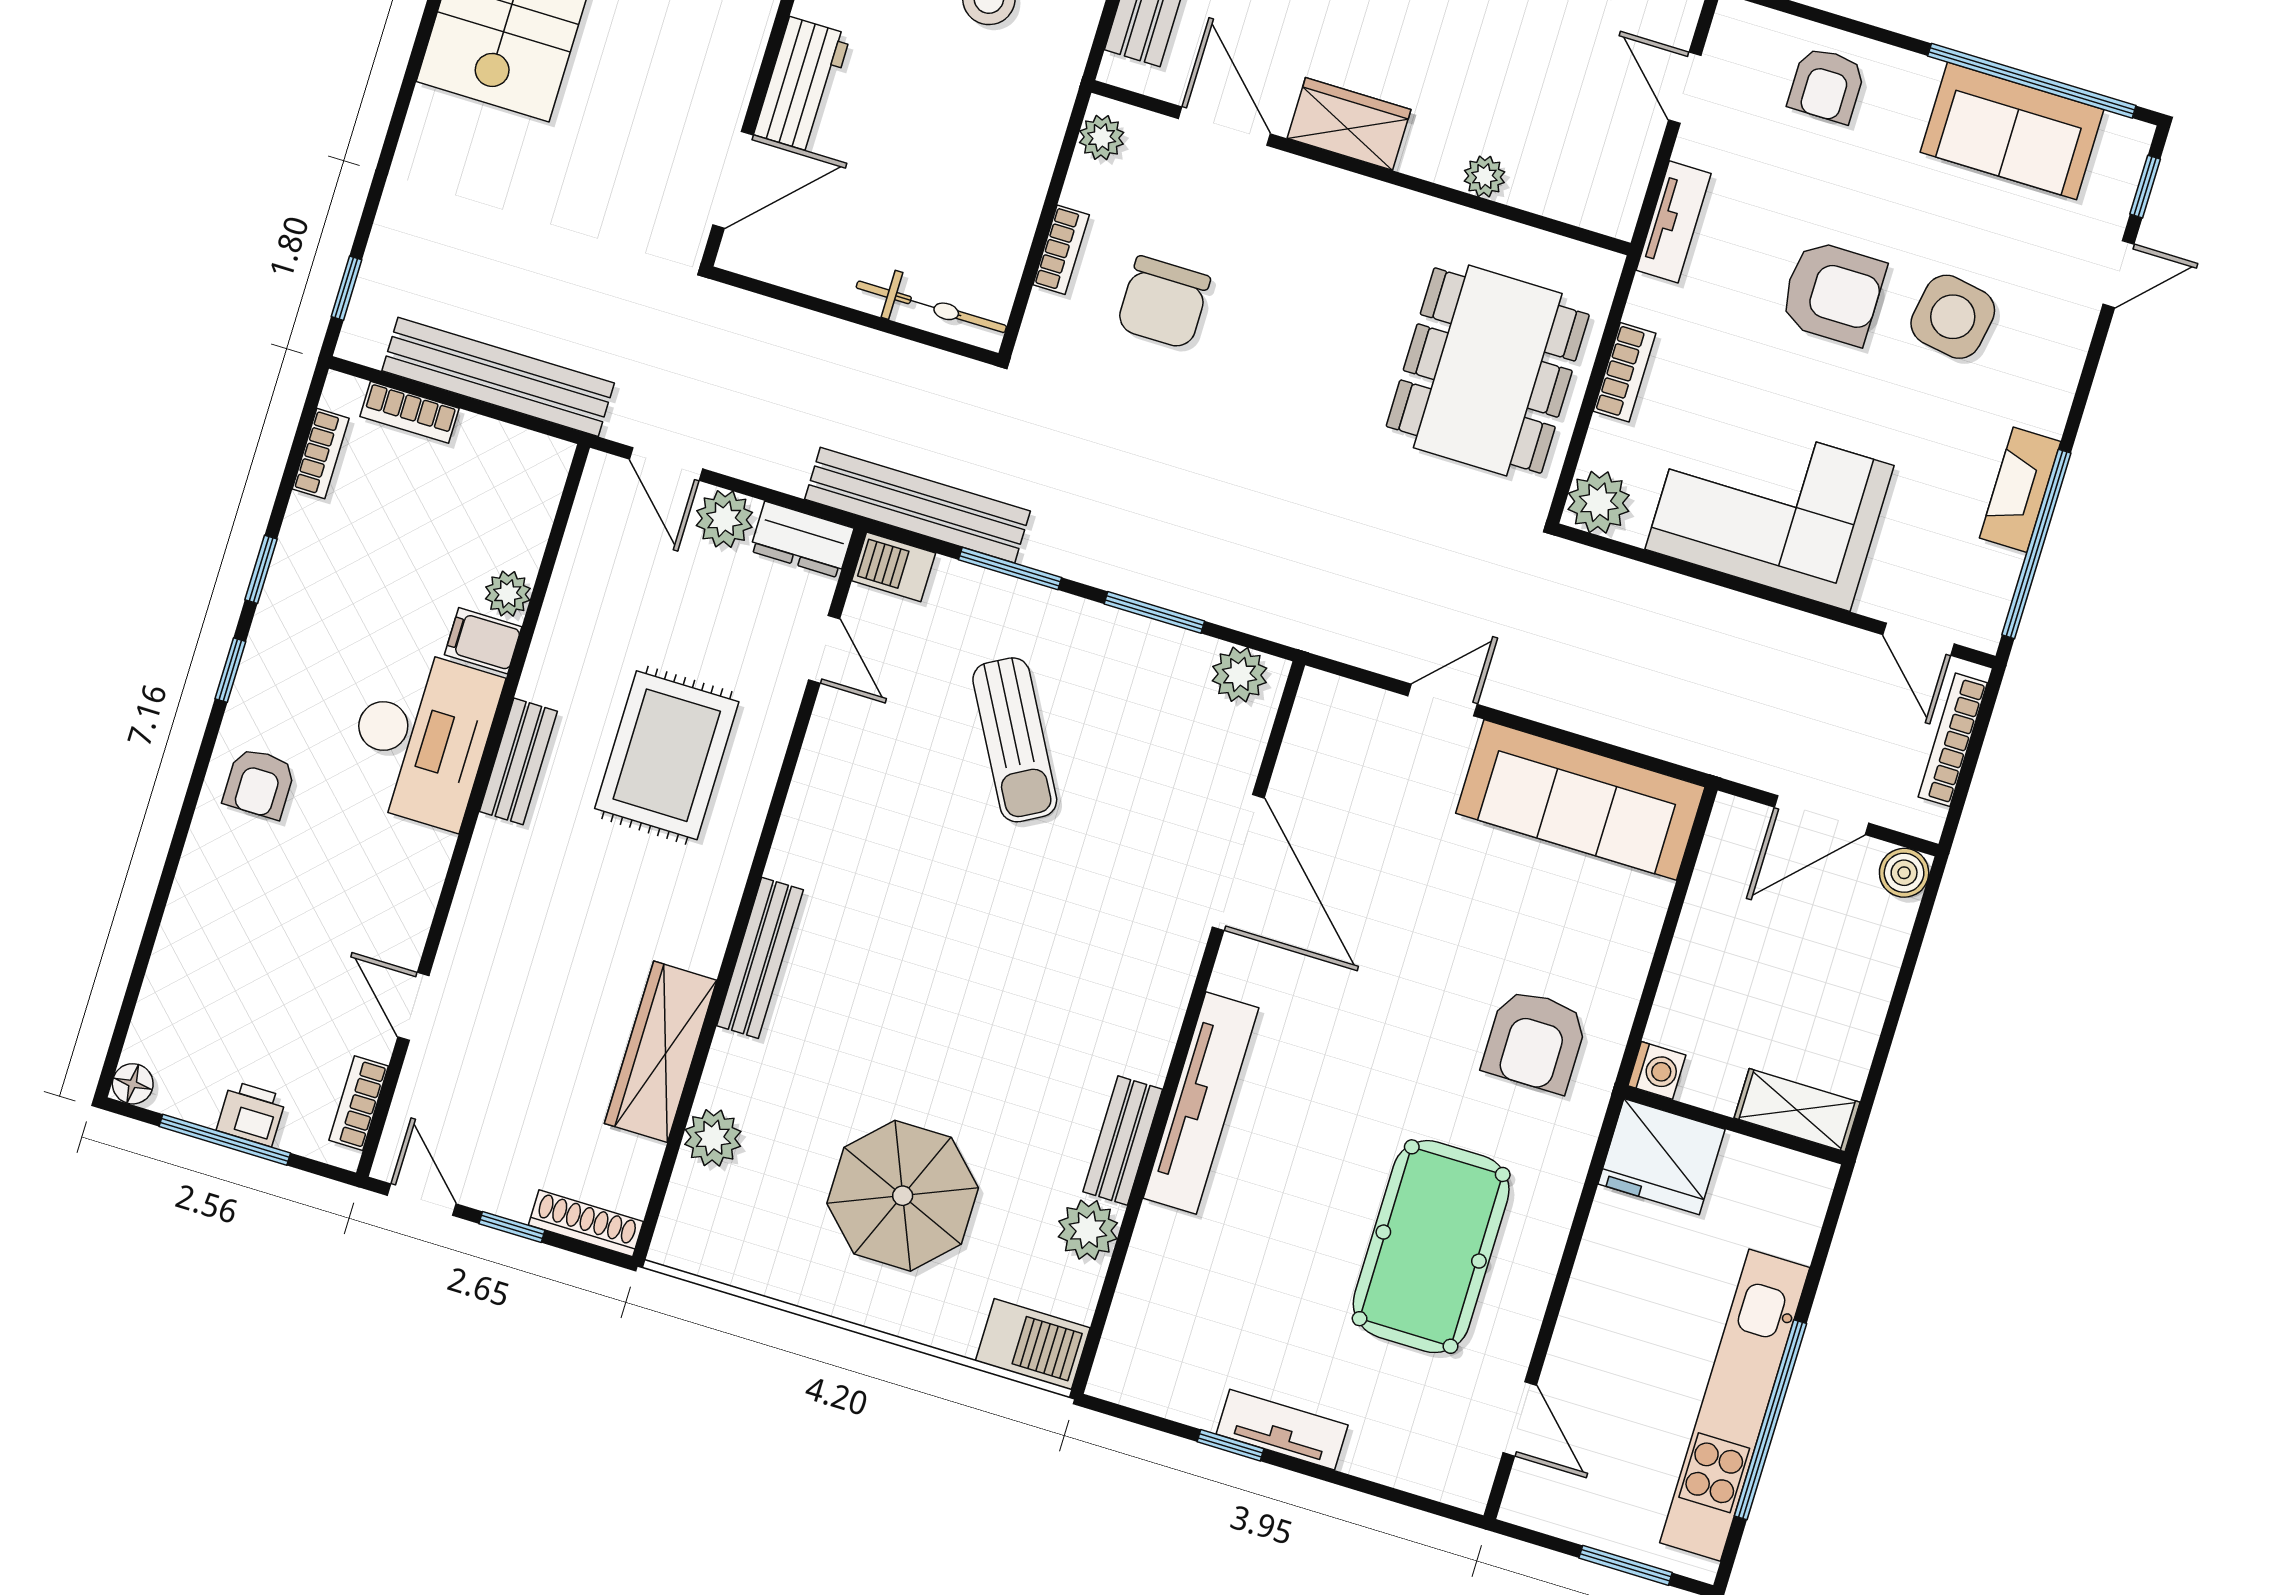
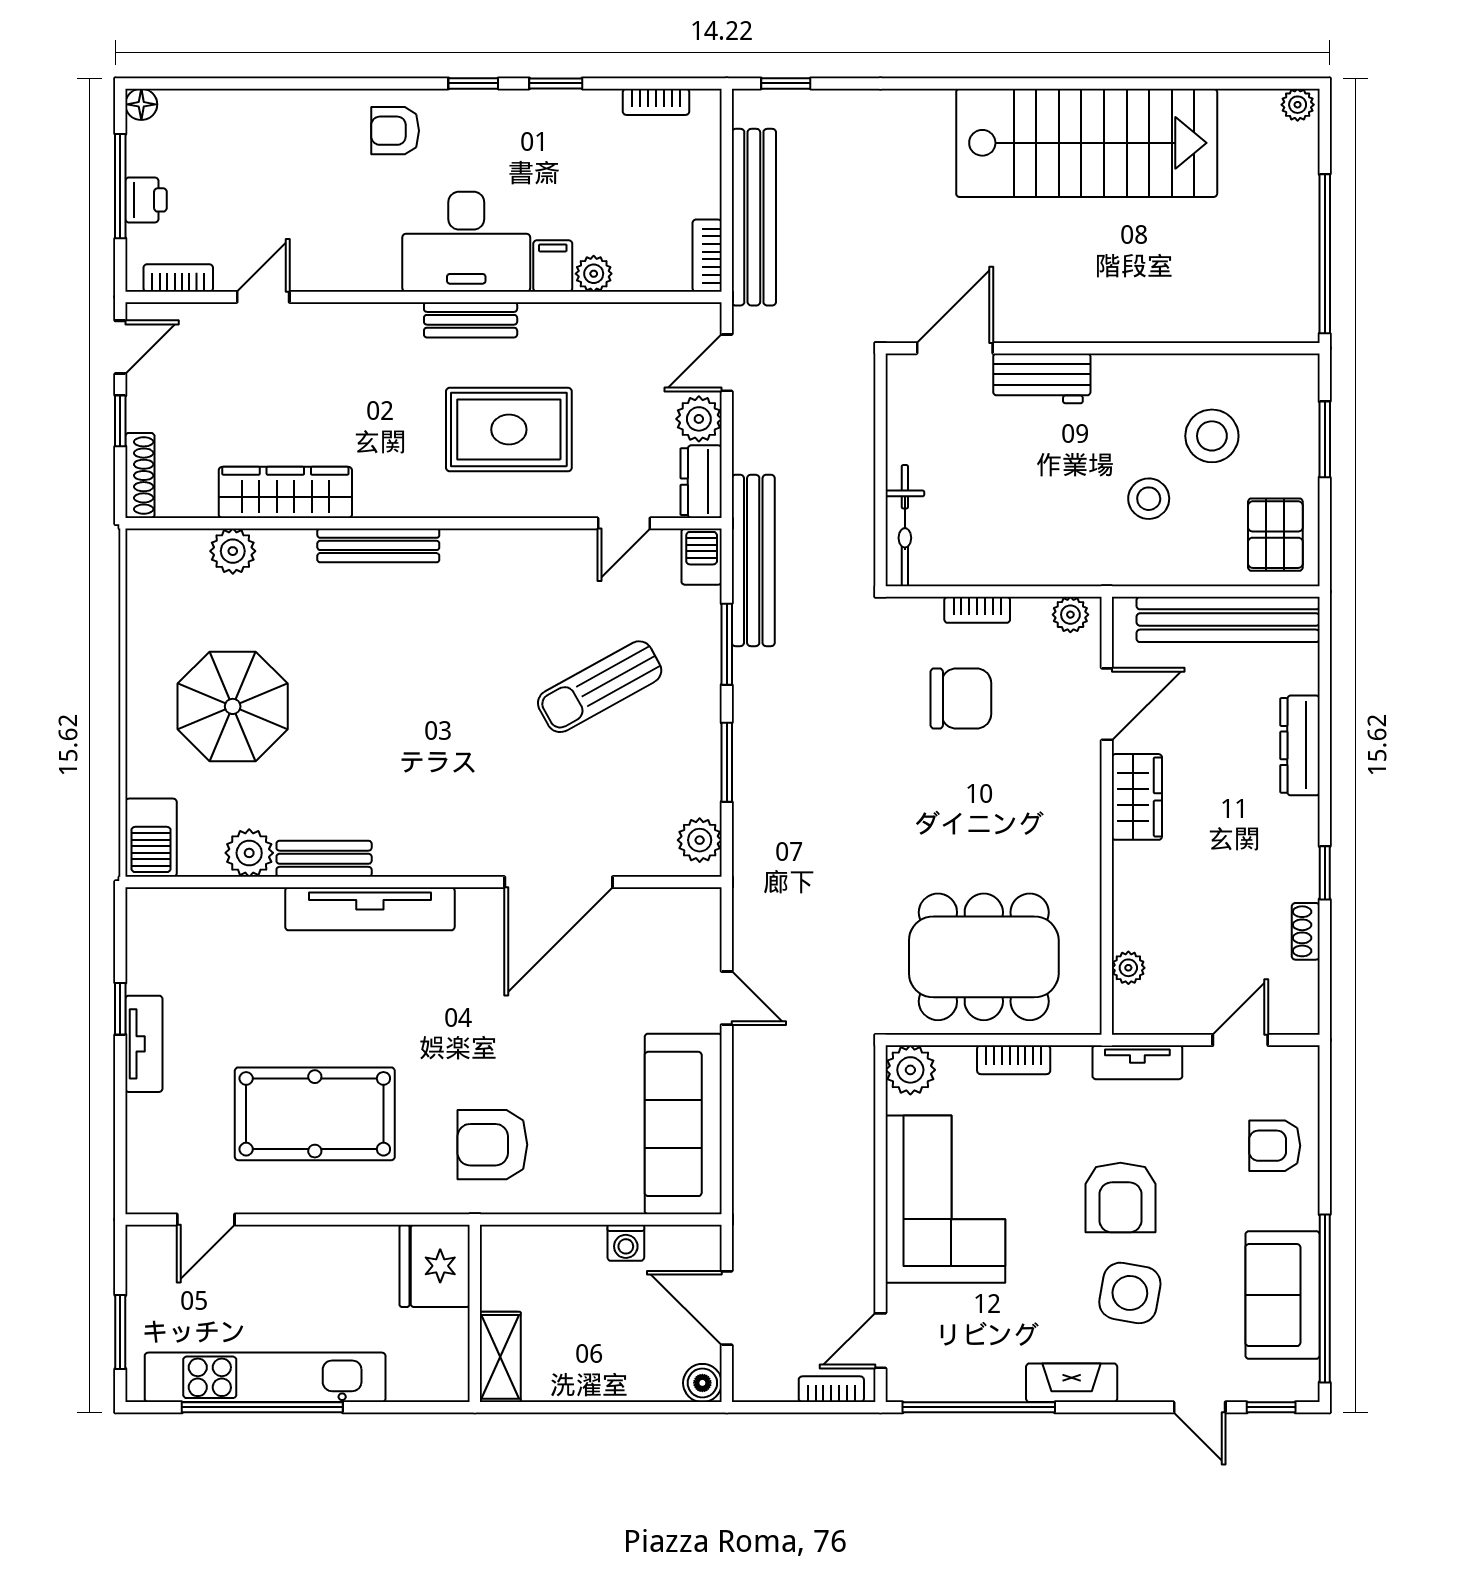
plant: (1484, 176) -> (1128, 968), moved
door: (733, 180) -> (955, 348), swing flipped
chair: (1163, 303) -> (961, 699), turned 180
bookcase: (409, 412) -> (707, 256), moved
fireplace: (2020, 490) -> (1072, 1383), moved
bookcase: (1953, 740) -> (831, 1389), width x0.64
washing machine: (1657, 1070) -> (626, 1243), moved

